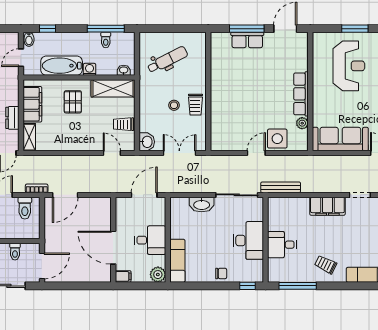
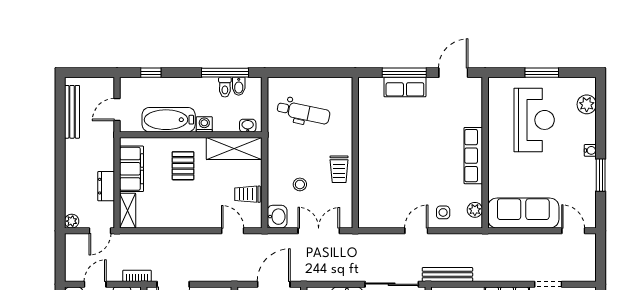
bidet: (29, 39) -> (239, 86), moved
dental chair: (167, 60) -> (303, 112), turned 39
stool: (174, 105) -> (300, 184), moved
plant: (302, 123) -> (475, 210), moved
side table: (277, 139) -> (443, 212), width x0.54, depth x0.54

